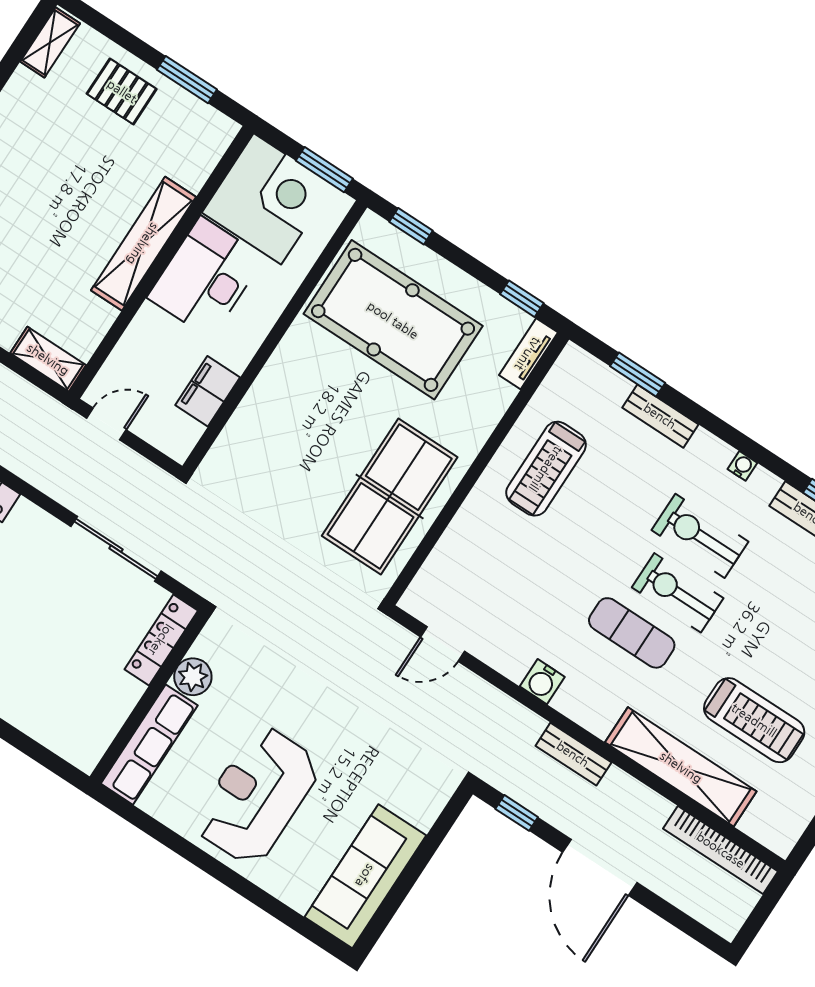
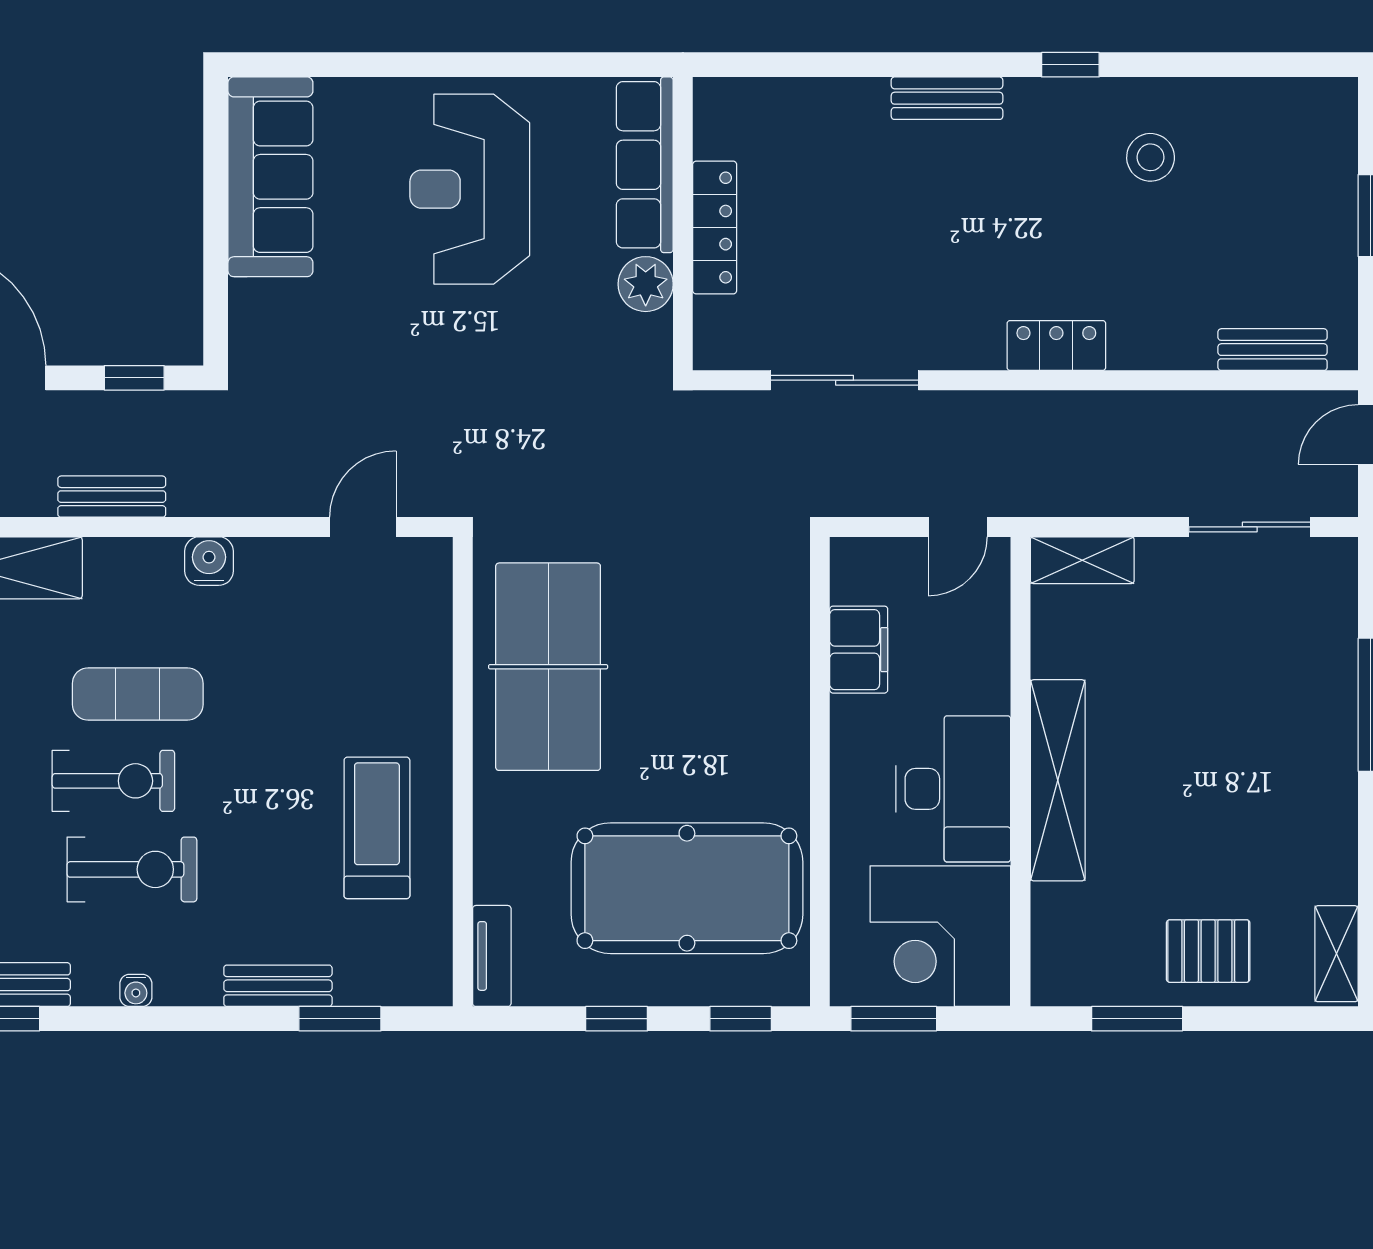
window: (522, 299) -> (617, 1019), moved
locker: (161, 640) -> (715, 228), moved
reception desk: (257, 796) -> (470, 189), turned 180

